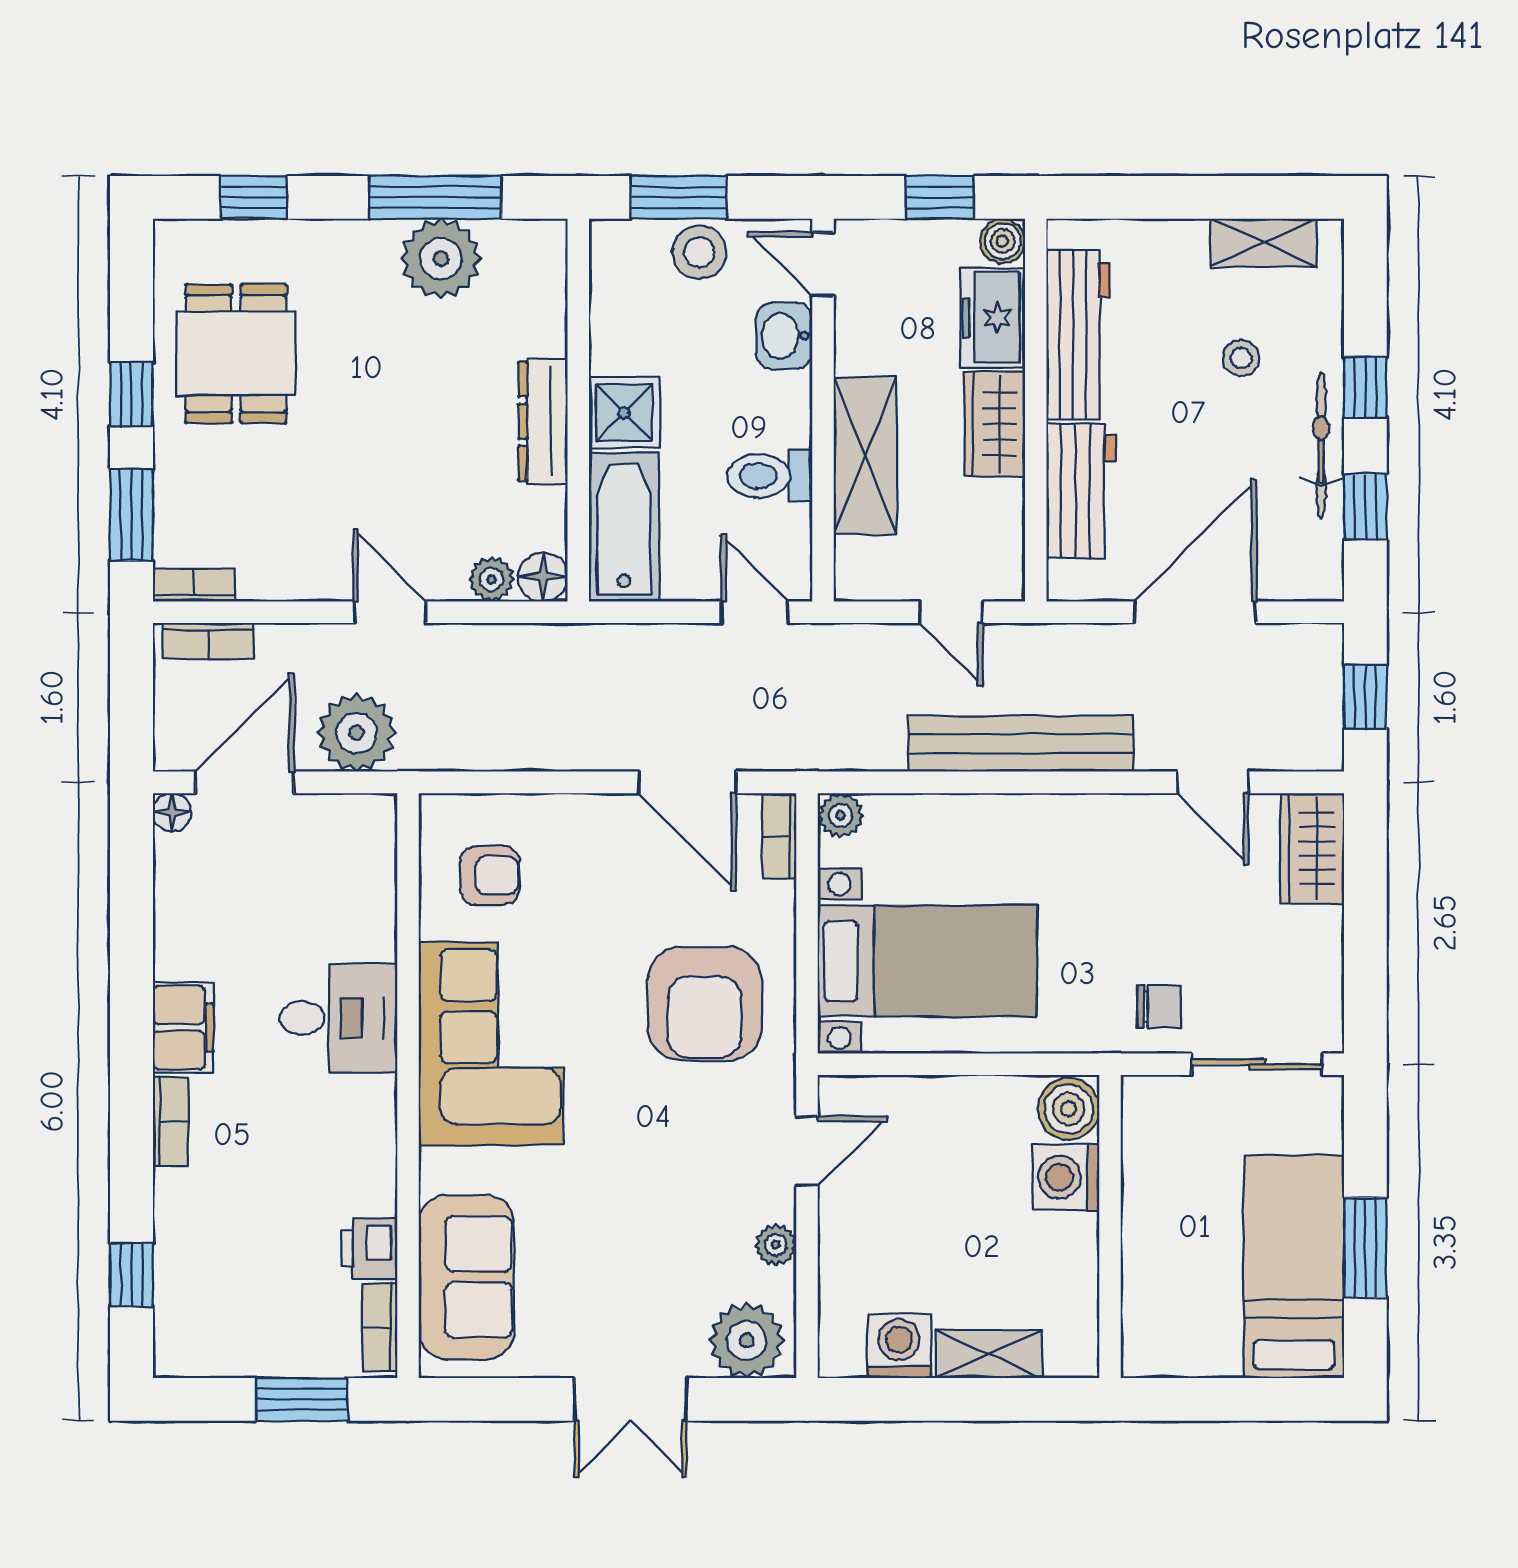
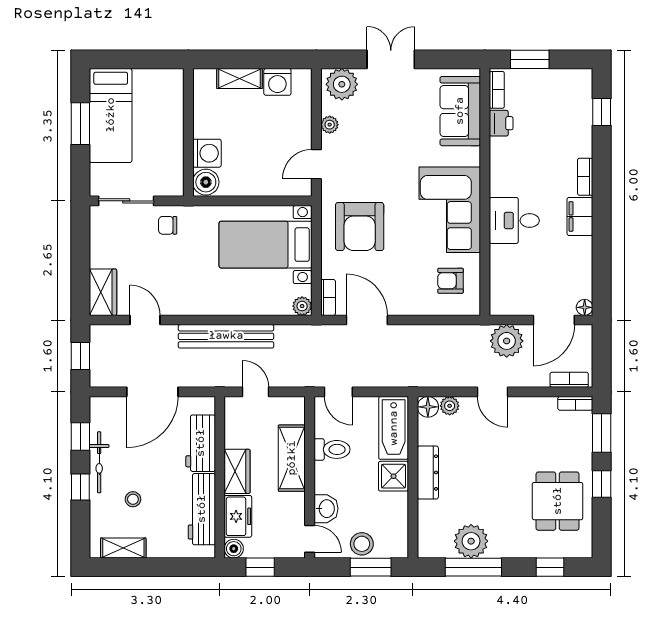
armchair: (704, 1004) -> (360, 227), turned 180

